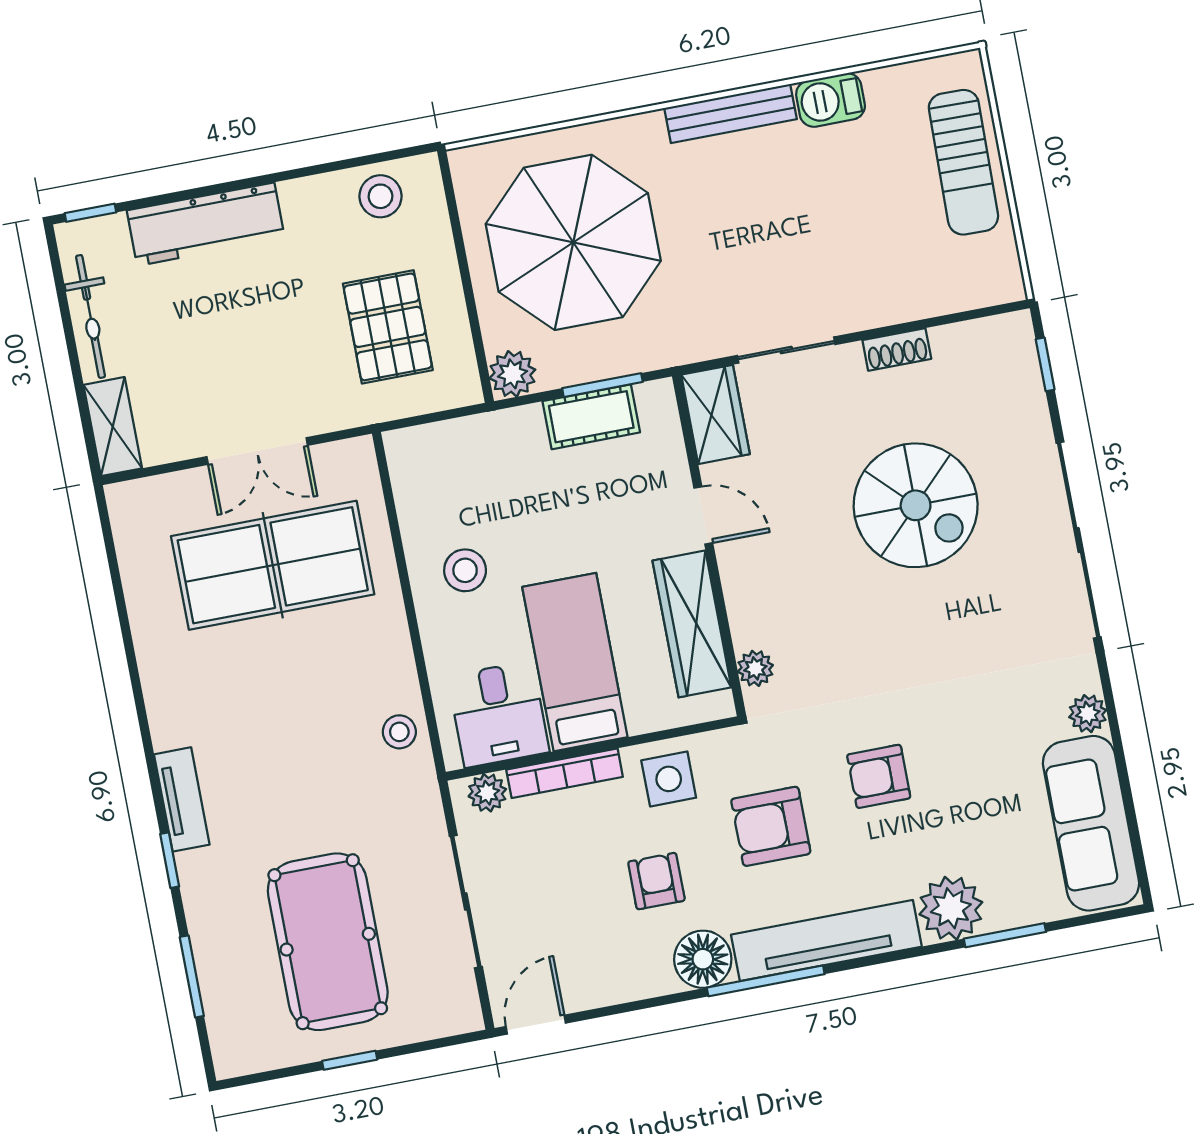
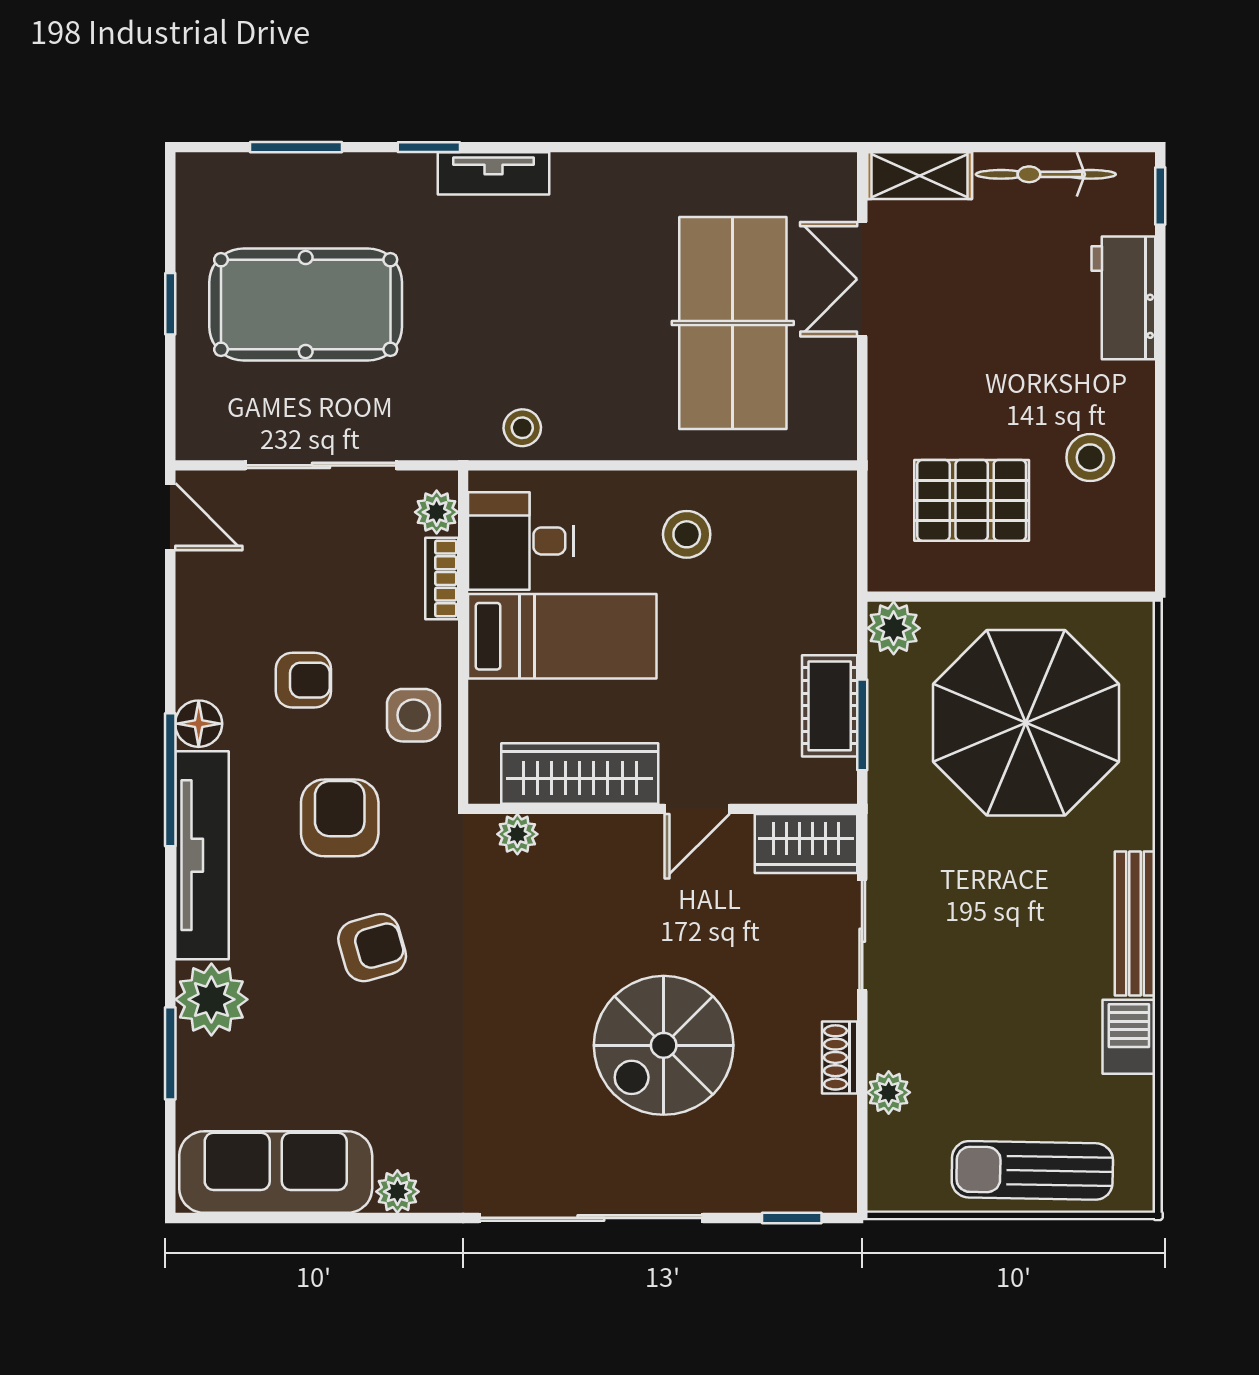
stool: (380, 196) -> (1090, 458), moved
workbench: (206, 224) -> (1123, 298), width x0.73
plant: (919, 301) -> (889, 1092), added
double door: (257, 451) -> (862, 279), moved
bookcase: (565, 773) -> (442, 578), width x0.64
armchair: (879, 776) -> (372, 948), turned 74
floor lamp: (703, 959) -> (199, 724), width x0.73, depth x0.73

